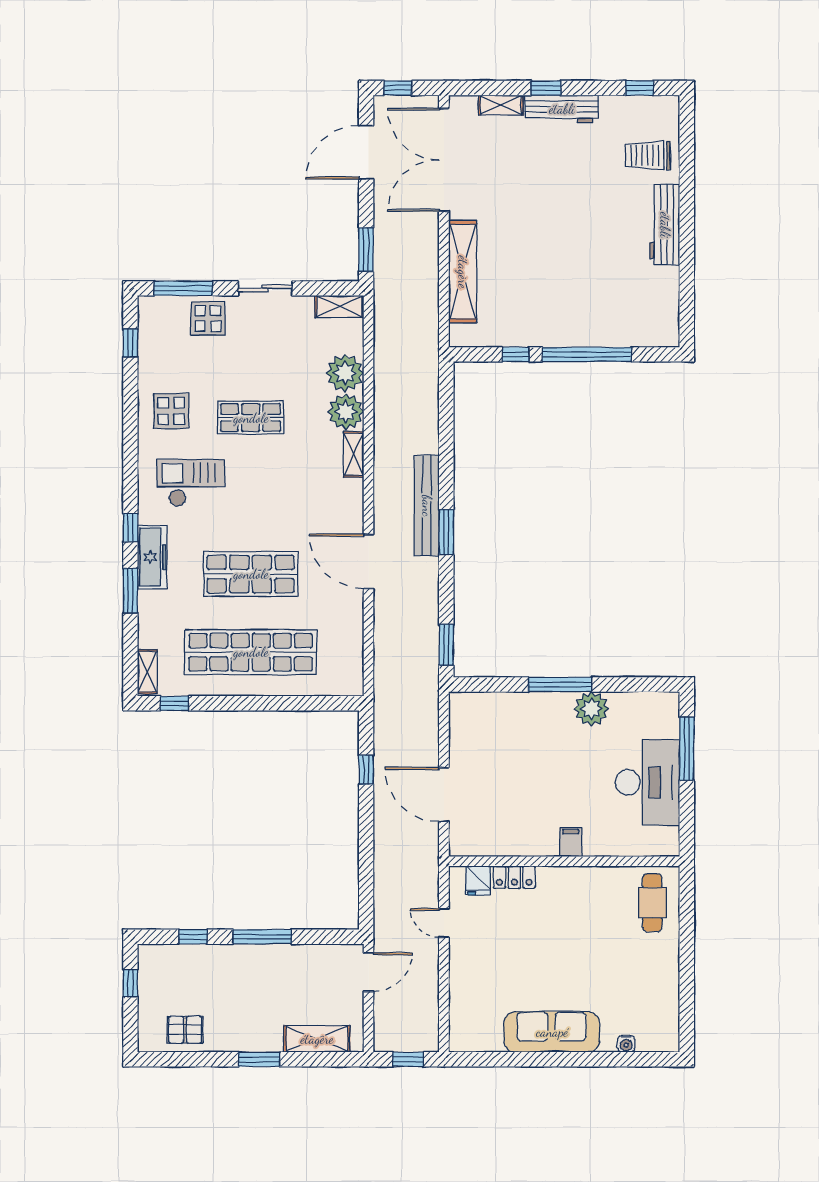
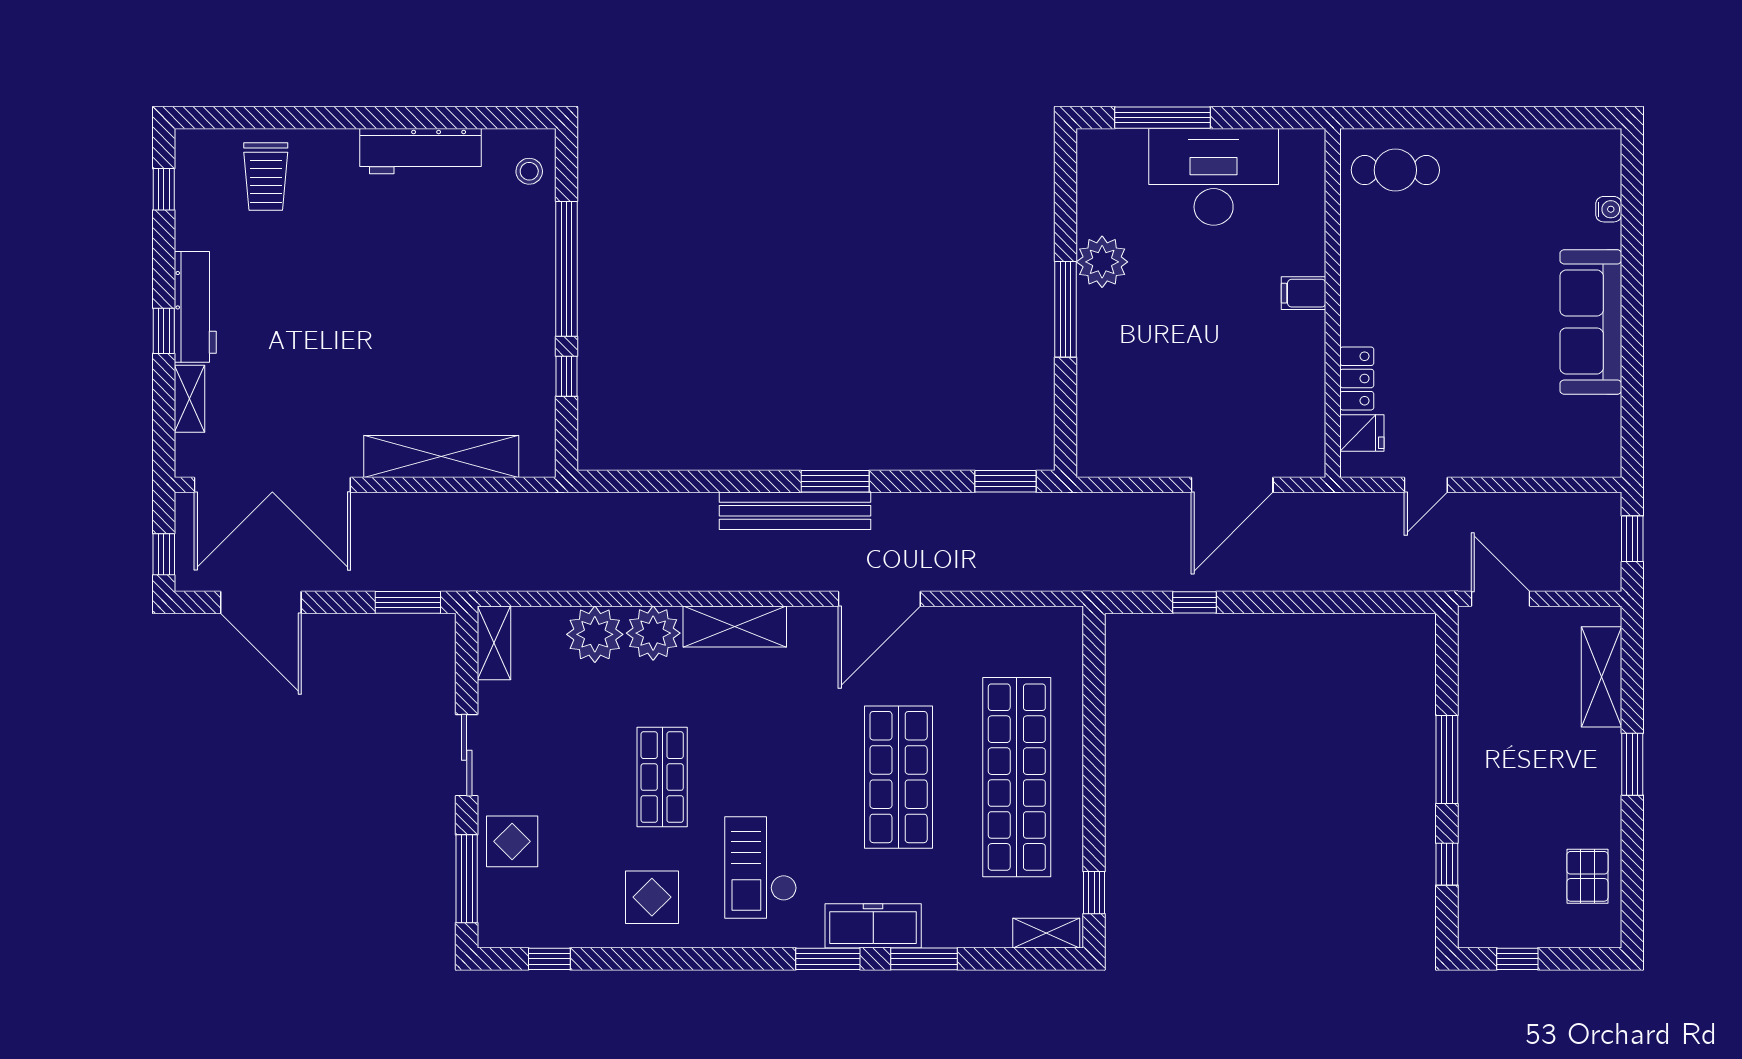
workbench: (665, 225) -> (420, 151), moved
stool: (651, 330) -> (529, 171), added
shelving: (354, 454) -> (735, 627), width x1.50, depth x1.33
window: (130, 527) -> (828, 959), width x1.50

